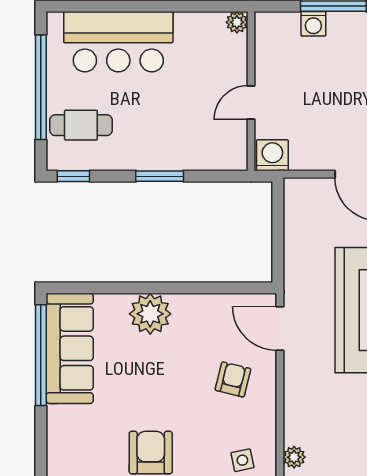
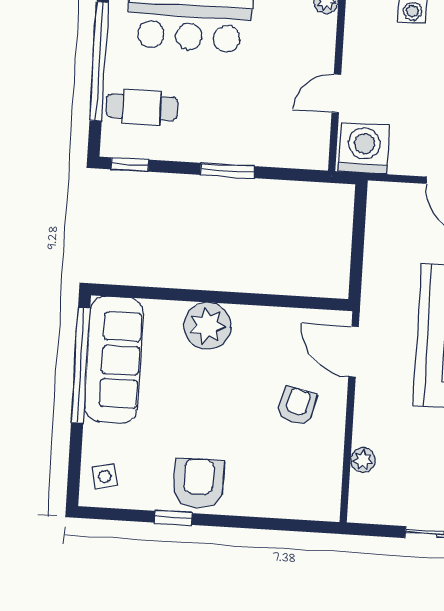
washing machine: (272, 155) -> (364, 148), width x1.37, depth x1.37
plant: (294, 457) -> (363, 460), moved
side table: (242, 460) -> (105, 476), moved

